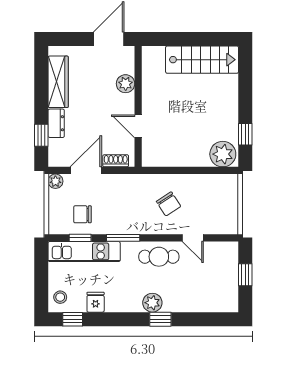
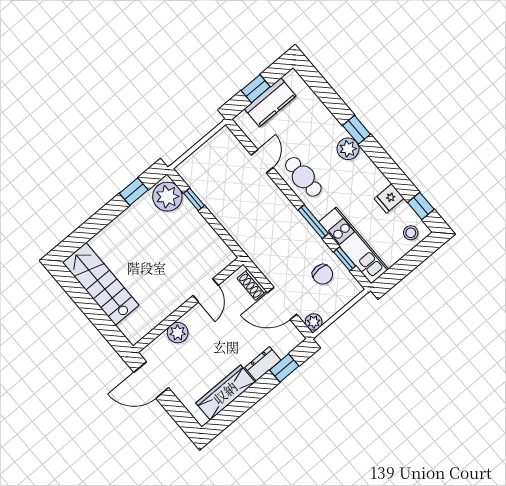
window: (206, 170) -> (194, 199), added
chair: (169, 204) -> (250, 207), removed
kitchen counter: (228, 277) -> (270, 102), added

